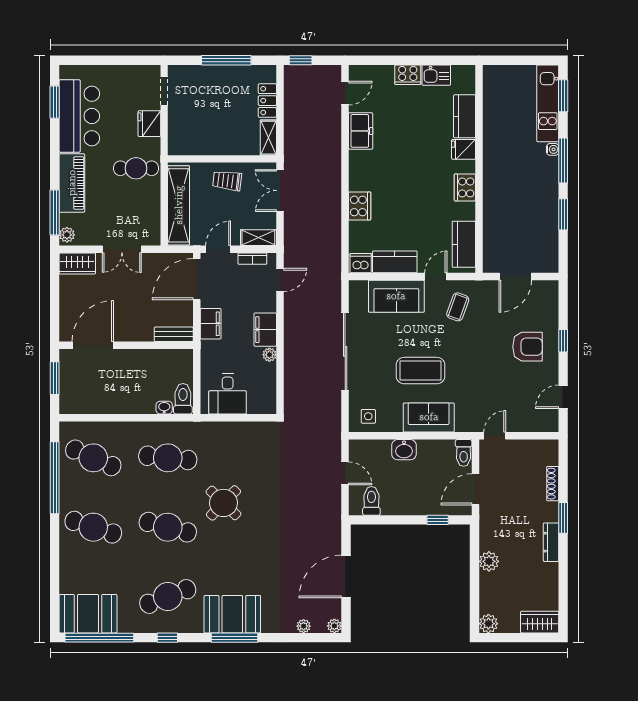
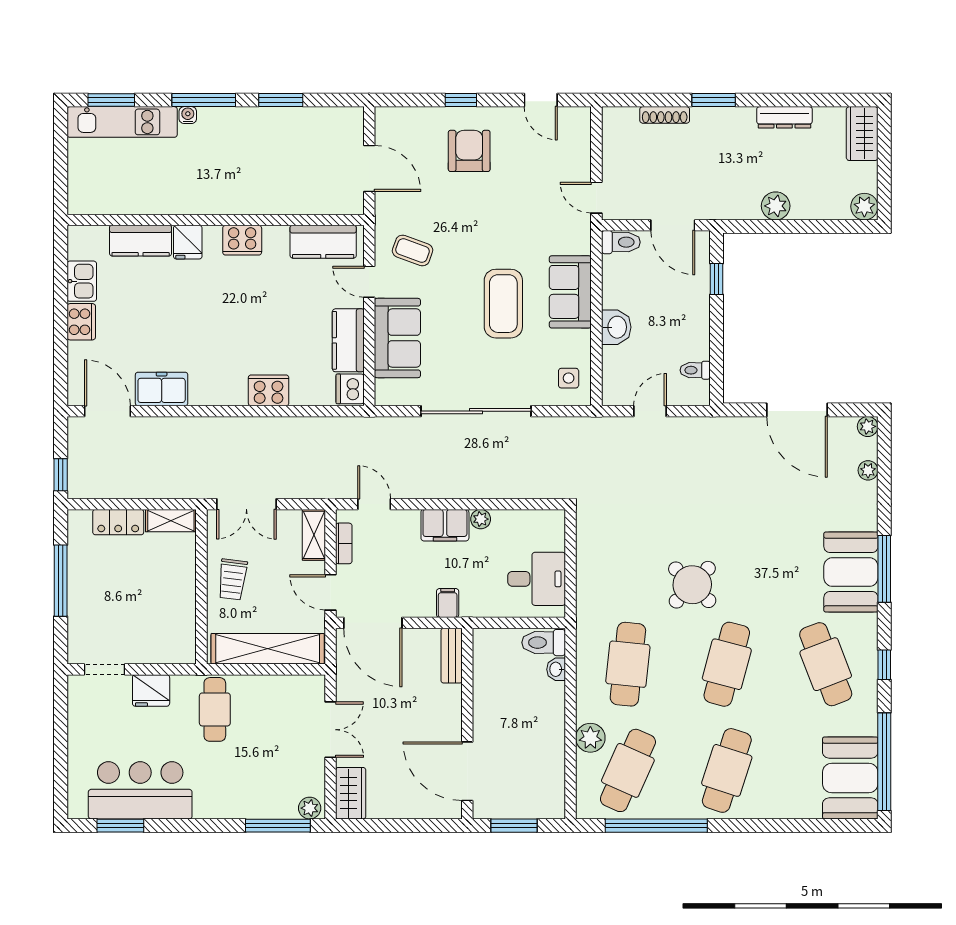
door: (345, 93) -> (108, 411), width x1.38
piano: (72, 183) -> (236, 801), removed
filing cabinet: (211, 324) -> (448, 603), width x0.50
plant: (116, 432) -> (590, 738), added
toilet: (371, 501) -> (695, 370), width x0.73, depth x0.72
dresser: (551, 542) -> (784, 117), moved

